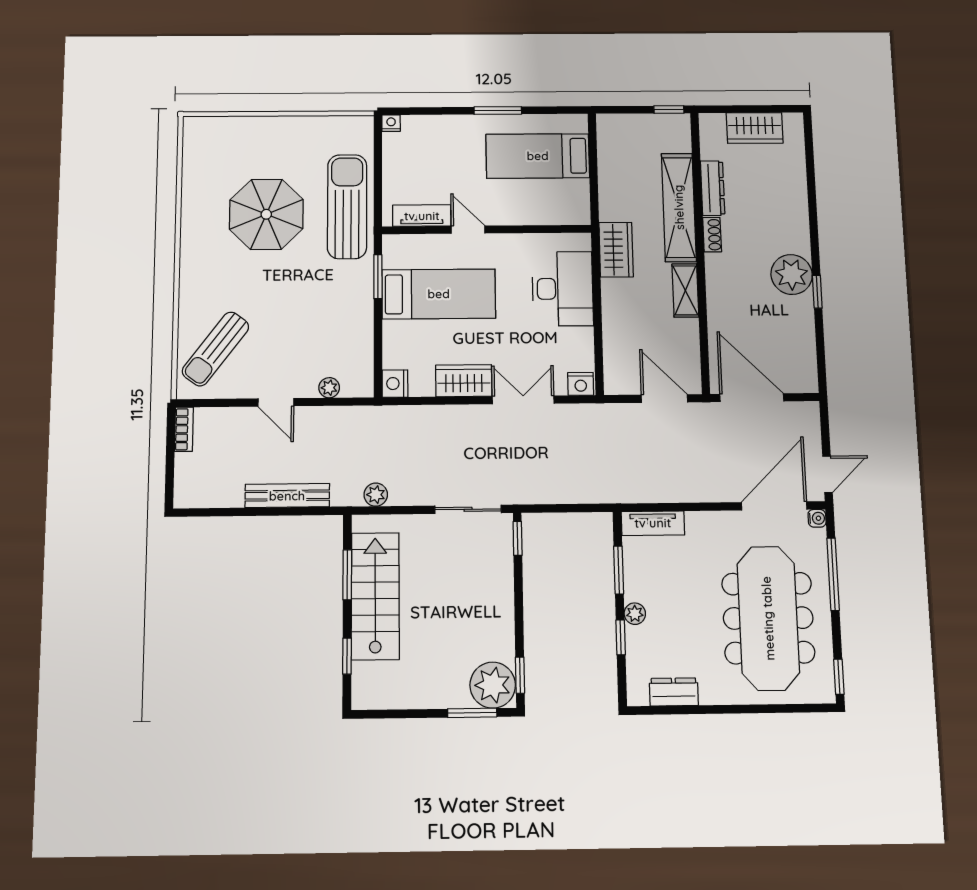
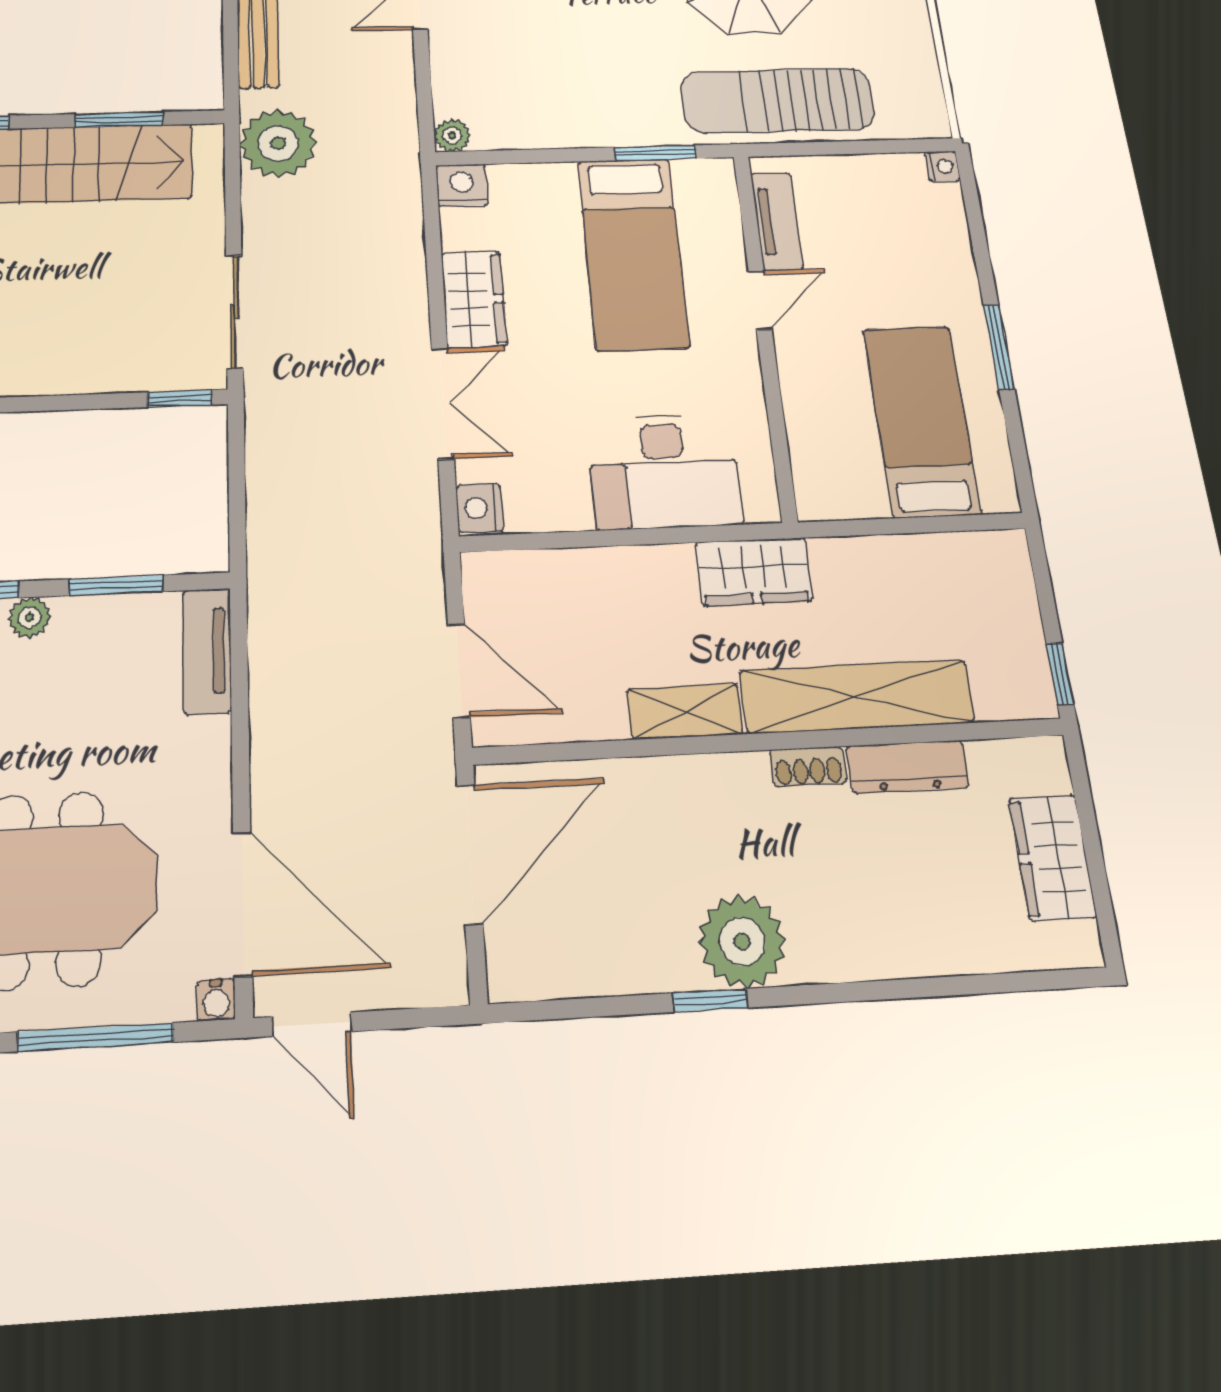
sun lounger: (347, 207) -> (777, 101), turned 180
plant: (329, 388) -> (452, 136), moved
door: (664, 399) -> (459, 671), hinge flipped
plant: (376, 495) -> (278, 143), width x1.88, depth x1.88

